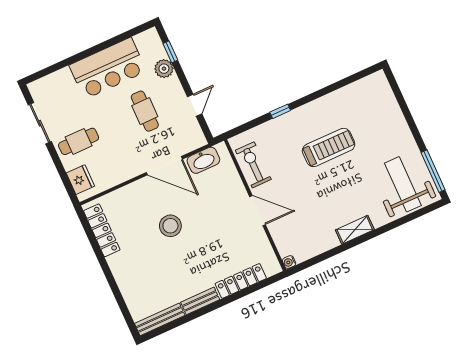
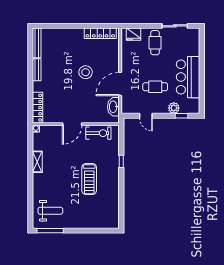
weight bench: (403, 184) -> (50, 211), width x0.73, depth x0.75
shelving: (355, 230) -> (37, 162), moved
locker: (241, 281) -> (38, 108), moved

